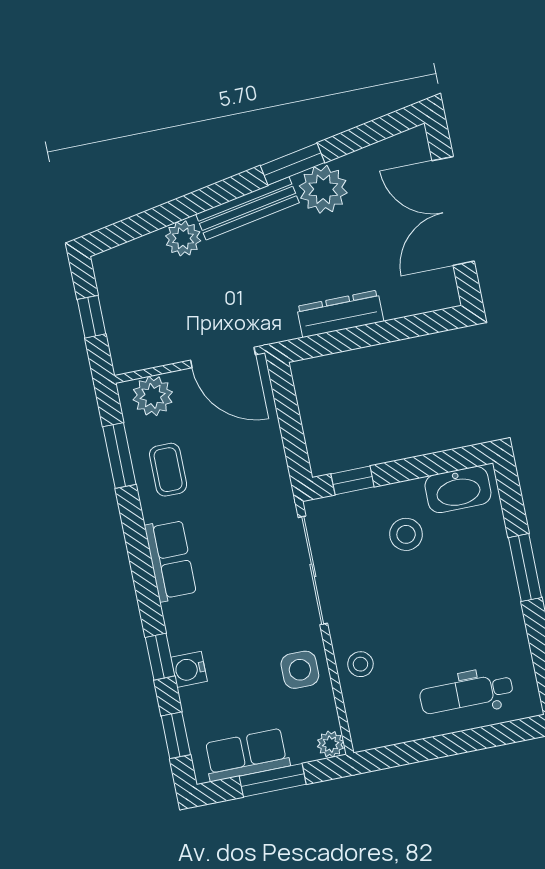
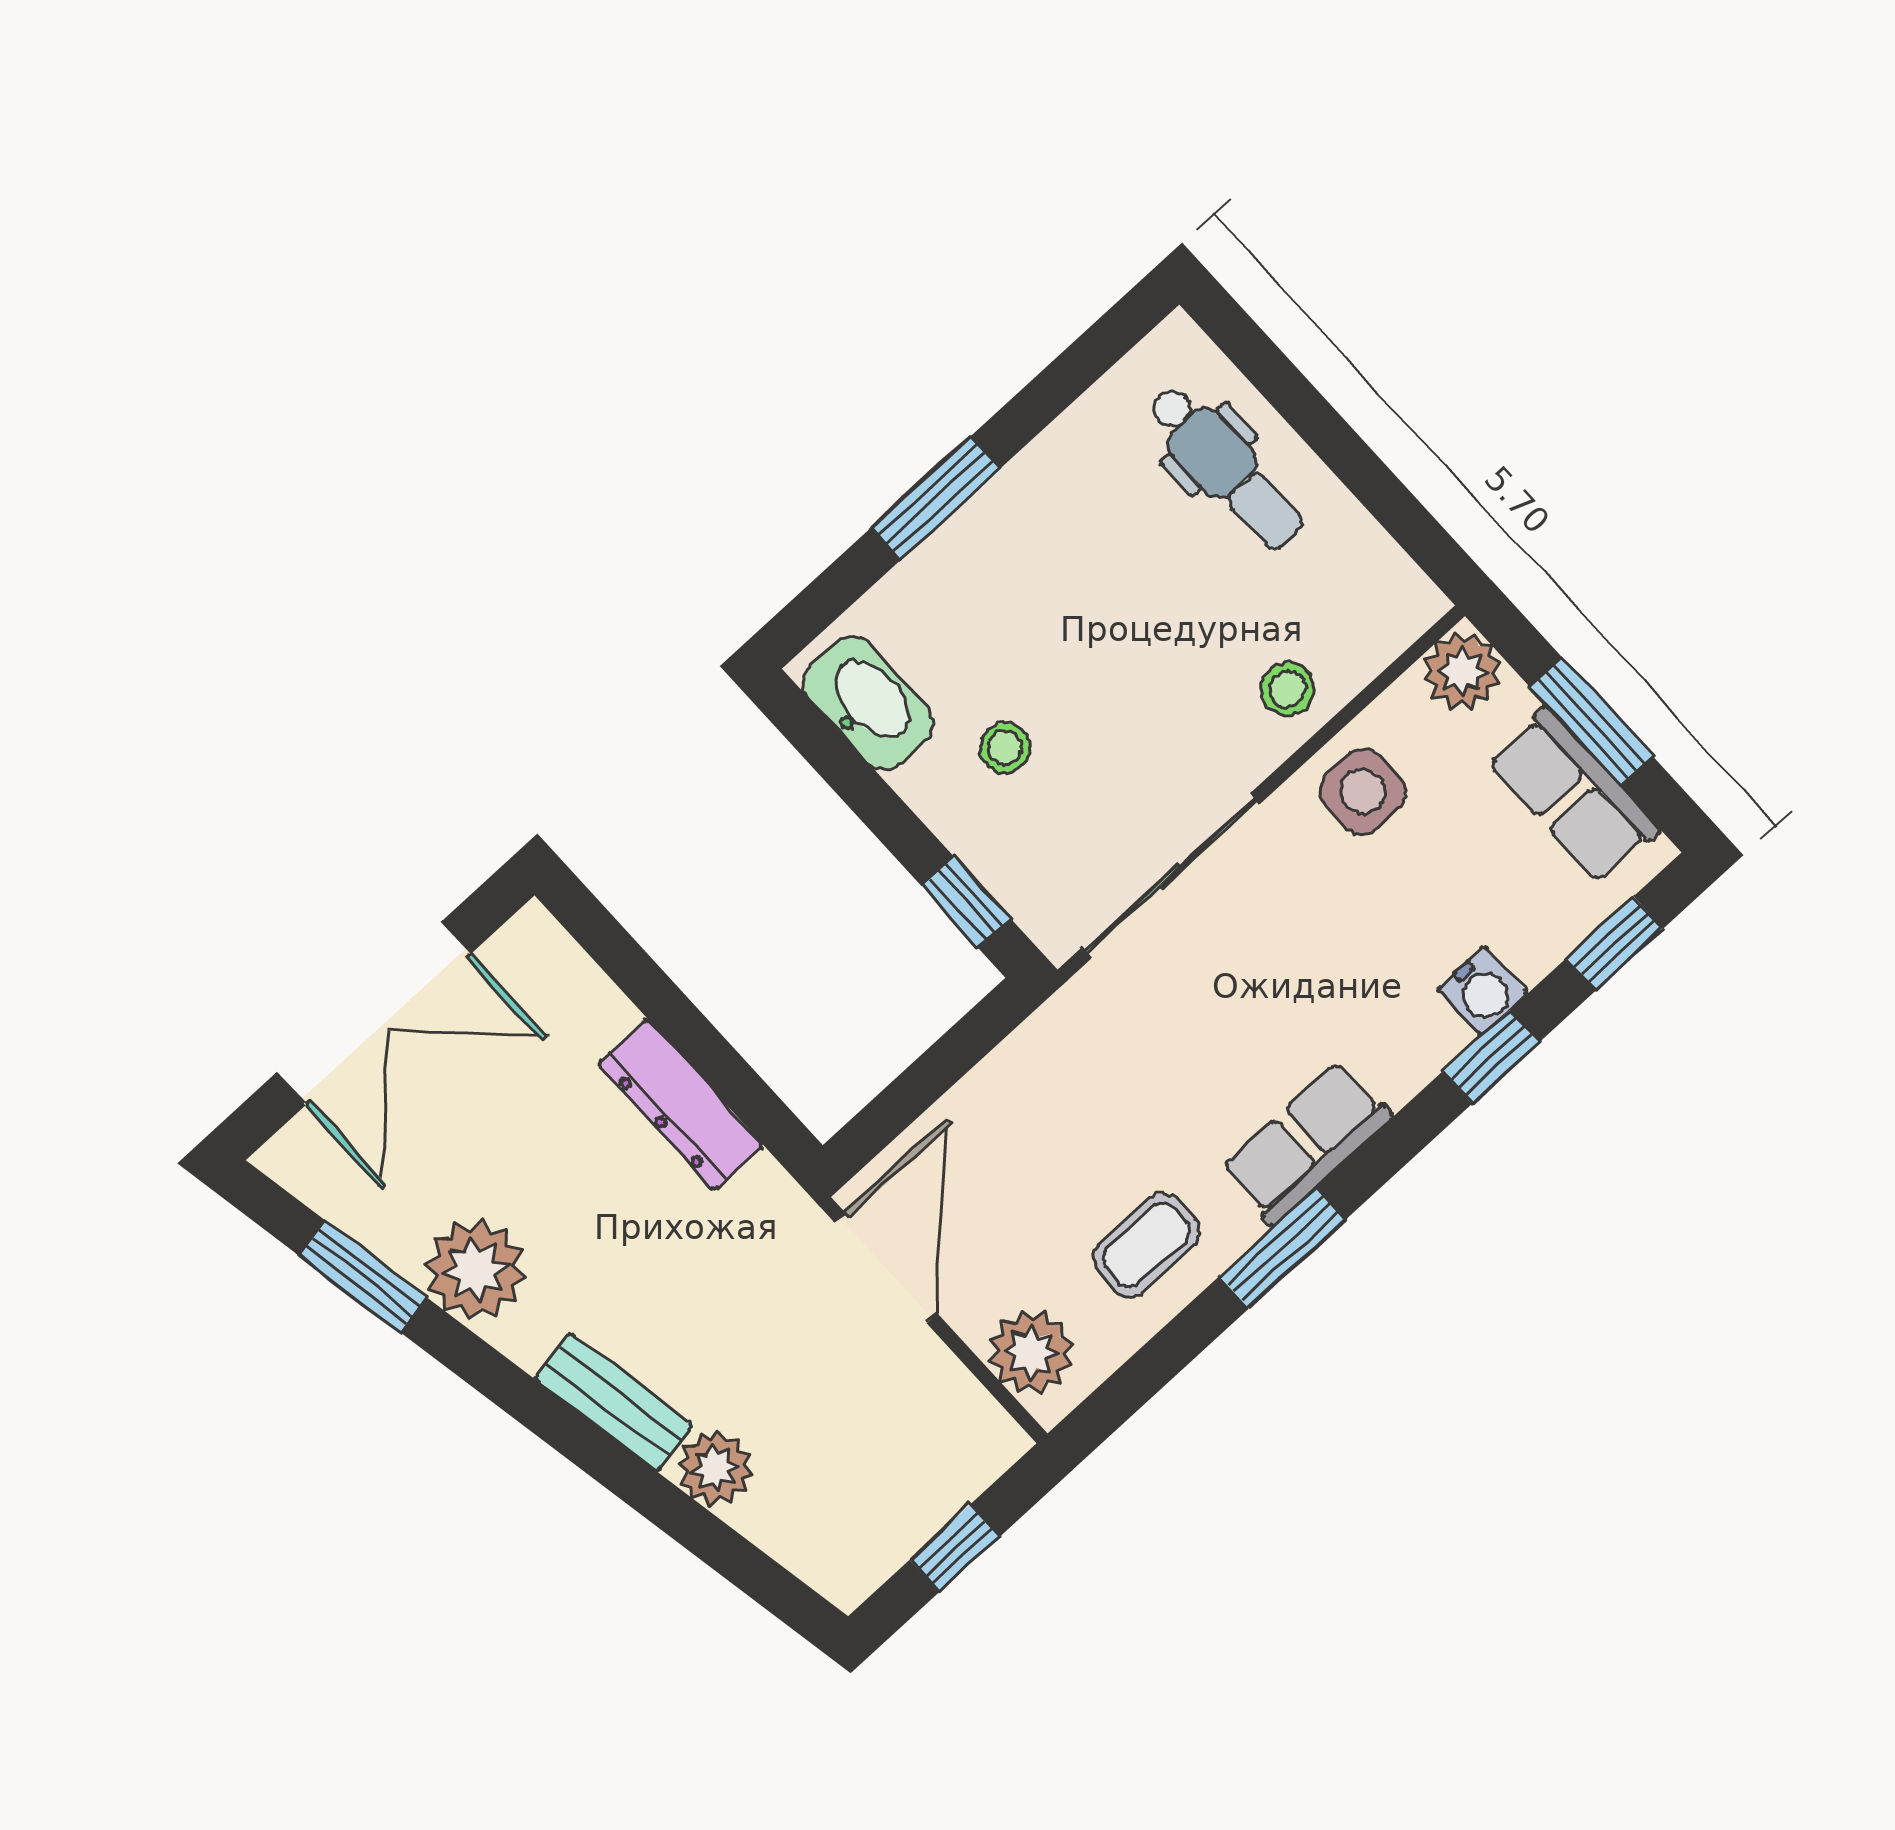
window: (292, 164) -> (363, 1276), moved
bench: (248, 208) -> (614, 1402), width x0.73
window: (119, 455) -> (1282, 1248), moved
stool: (406, 534) -> (1005, 748), width x0.73, depth x0.73
plant: (331, 744) -> (1463, 671), width x1.38, depth x1.38

